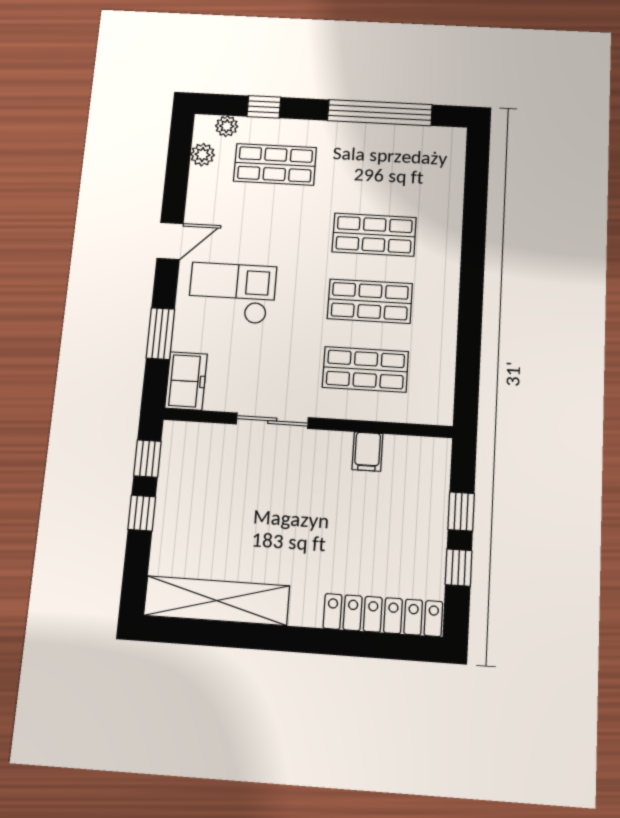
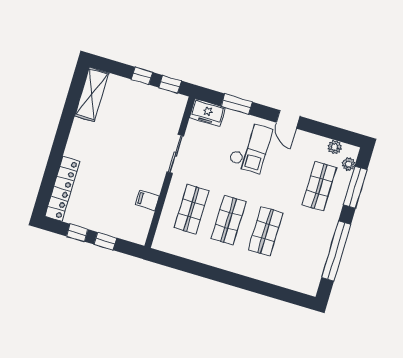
window: (264, 107) -> (355, 187), width x2.17
shelving: (217, 601) -> (92, 94), width x0.68

